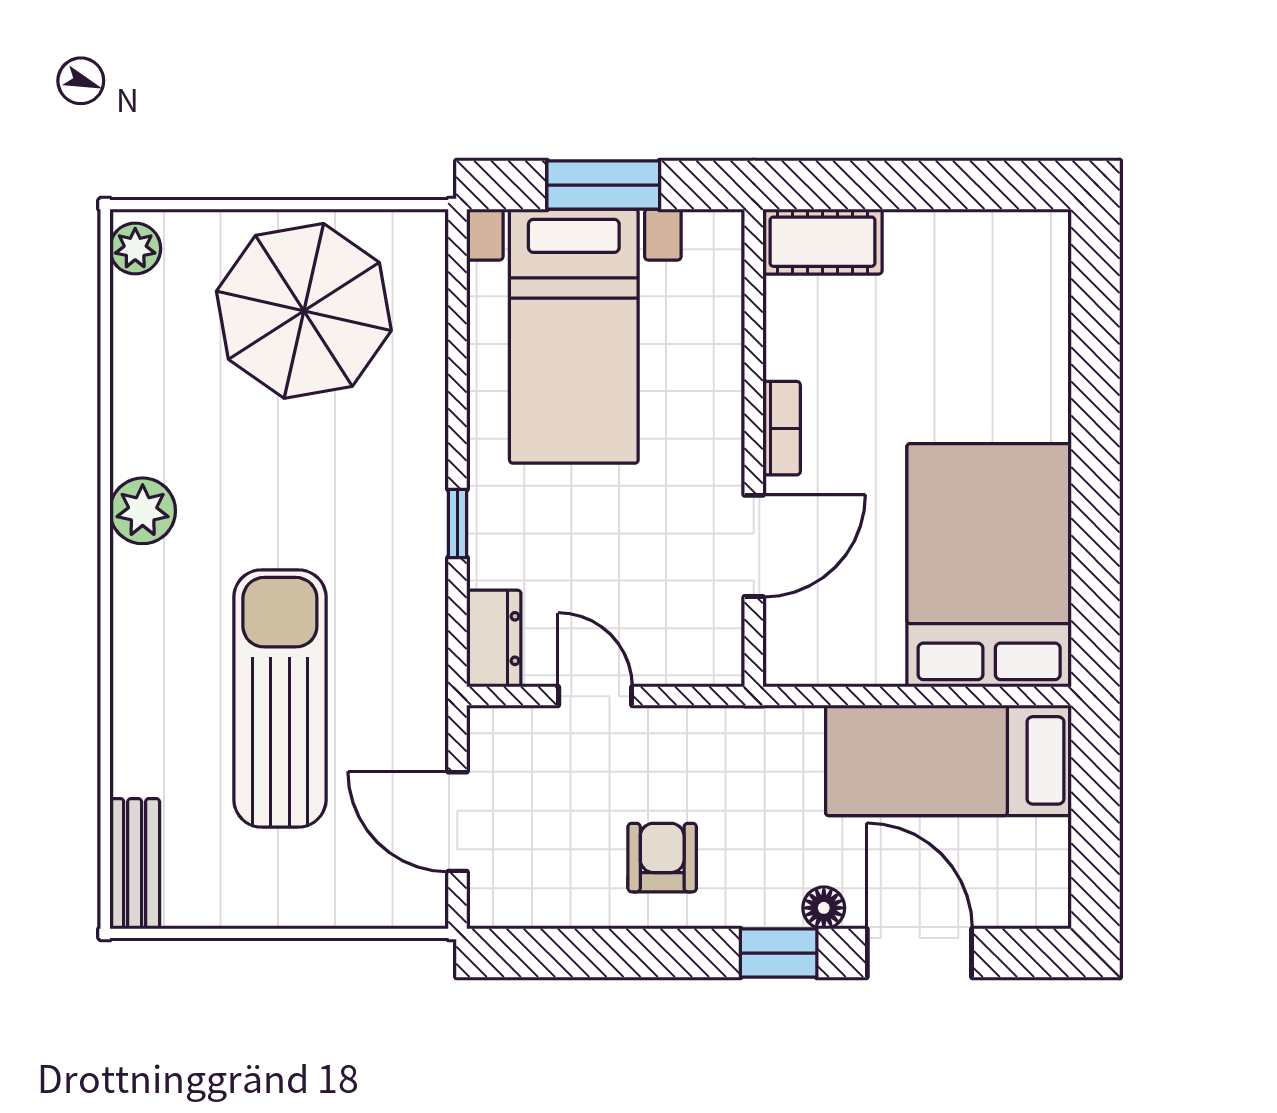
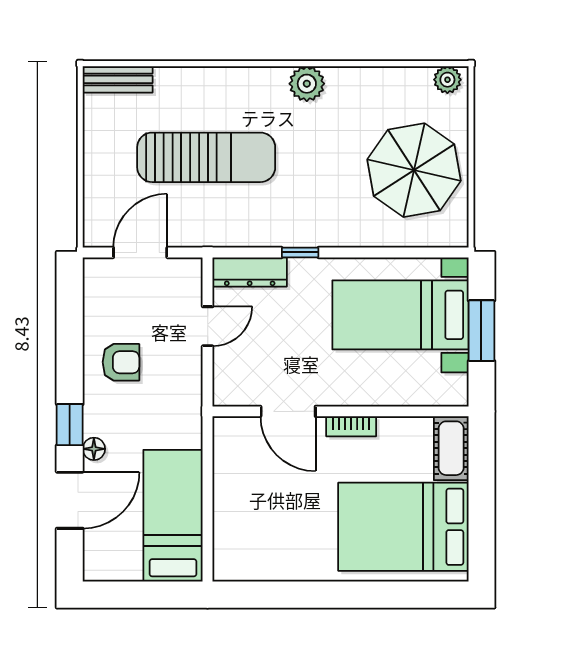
bed: (989, 565) -> (403, 527), moved, turned 180
dresser: (494, 639) -> (250, 272), width x1.44

